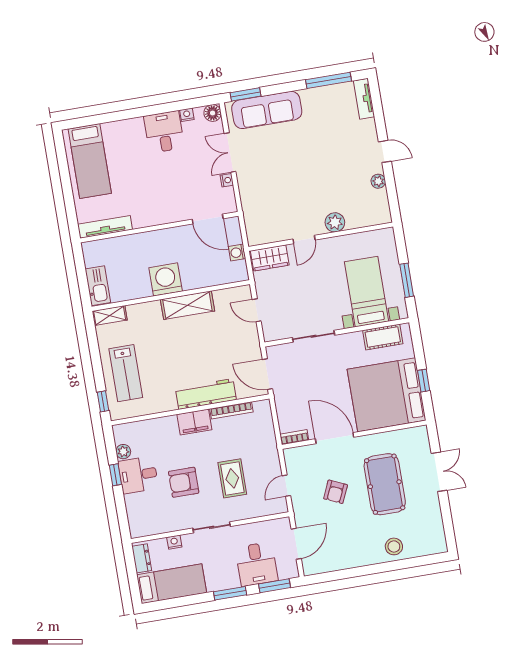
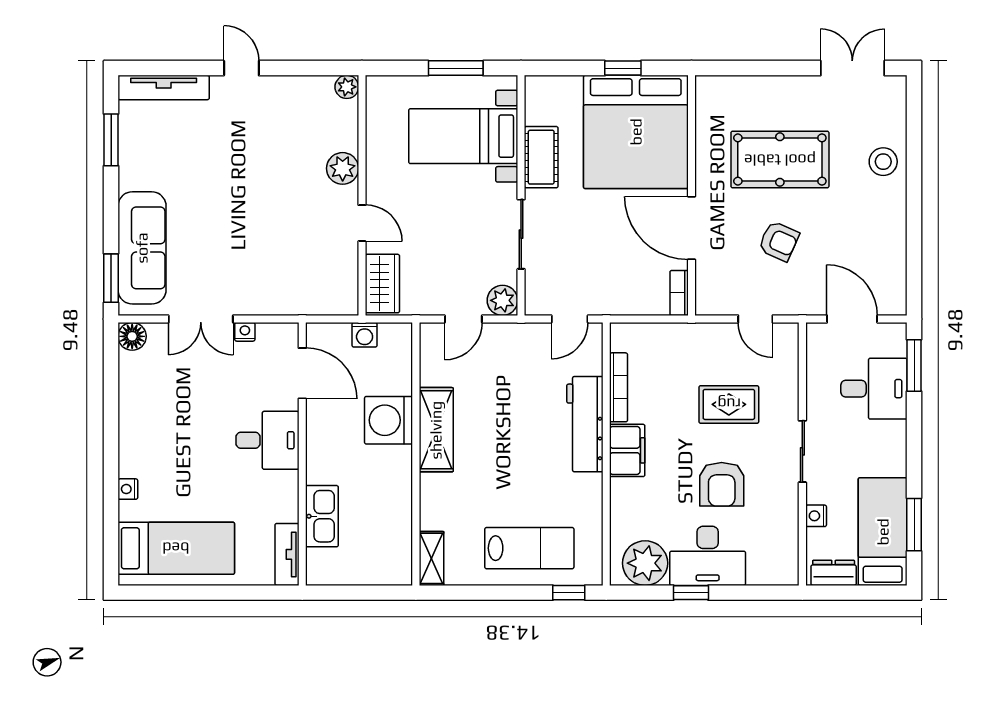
window: (329, 80) -> (111, 140), width x0.69
tv unit: (364, 99) -> (164, 88), width x1.41
nightstand: (187, 115) -> (128, 489), moved
desk: (164, 132) -> (267, 440), moved, turned 180
door: (385, 151) -> (241, 68), hinge flipped
plant: (378, 181) -> (347, 87), moved
door: (208, 219) -> (302, 373), hinge flipped
tv unit: (105, 227) -> (287, 554), width x0.71
washing machine: (166, 279) -> (389, 420), moved
kitchen sink: (98, 286) -> (322, 516), moved, turned 90
plant: (272, 332) -> (502, 300), added
cot: (383, 337) -> (541, 157), moved
door: (267, 374) -> (570, 319), width x0.73
door: (335, 438) -> (692, 228), hinge flipped
plant: (123, 452) -> (645, 563), width x1.87, depth x1.87
double door: (439, 472) -> (852, 68), moved
desk: (138, 475) -> (708, 556), width x1.37
window: (230, 593) -> (914, 525), moved

